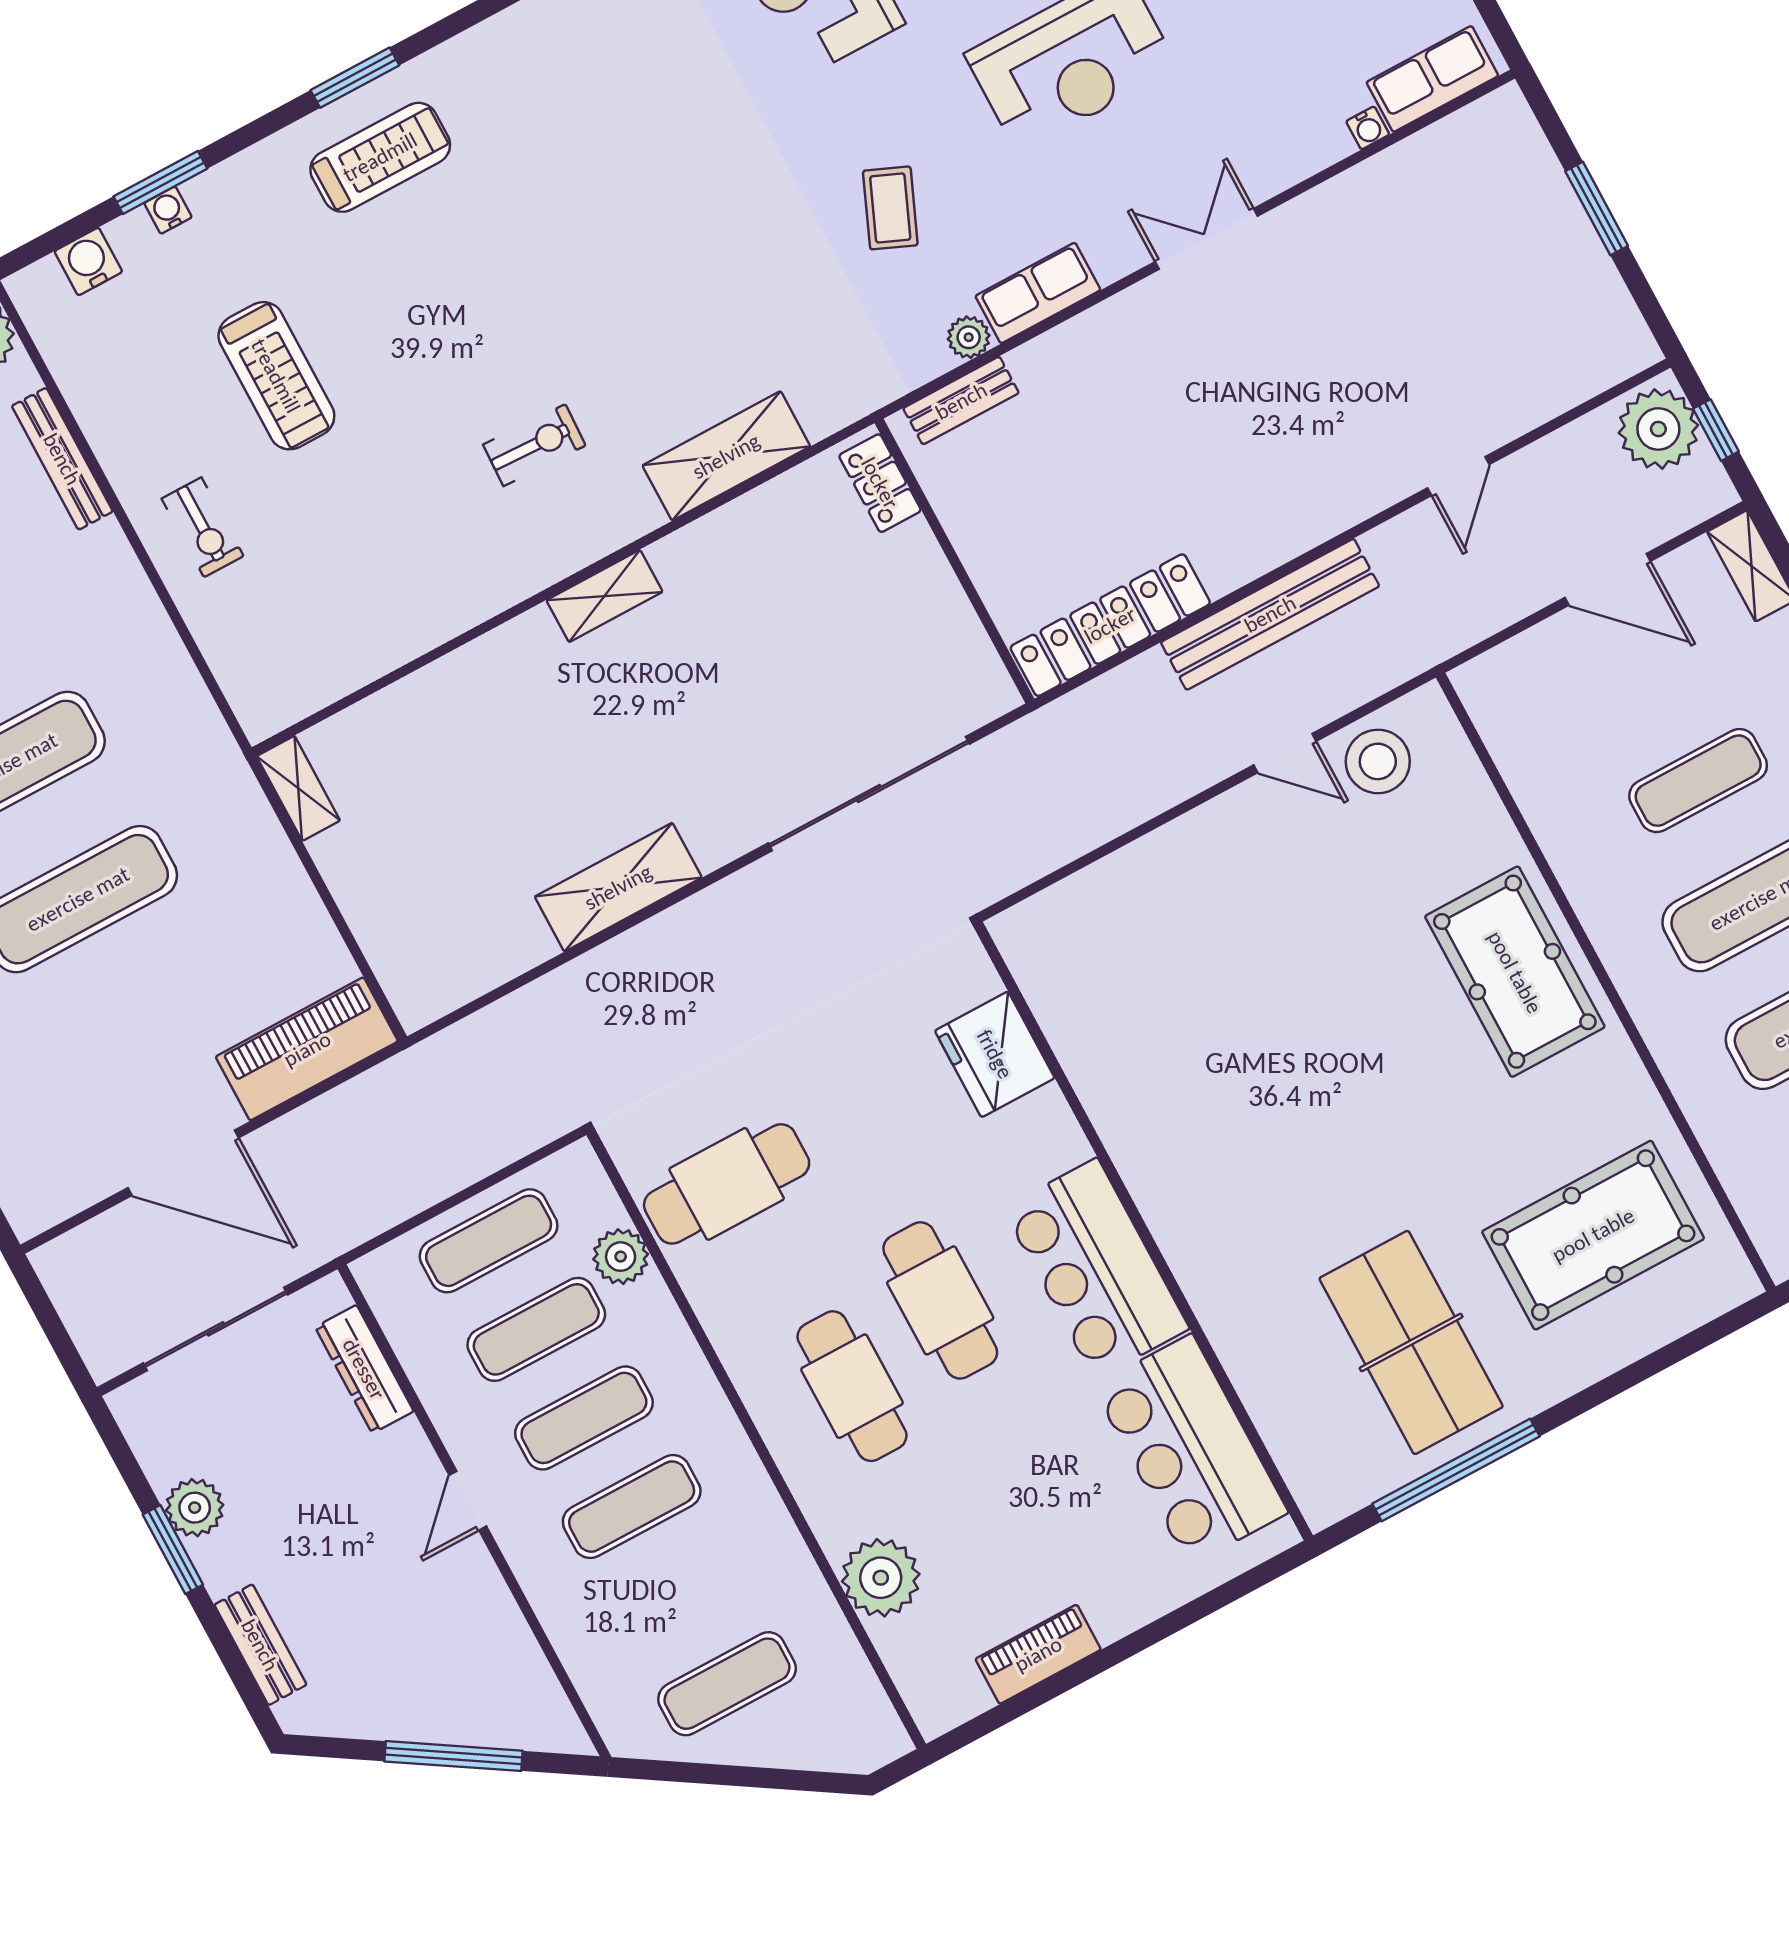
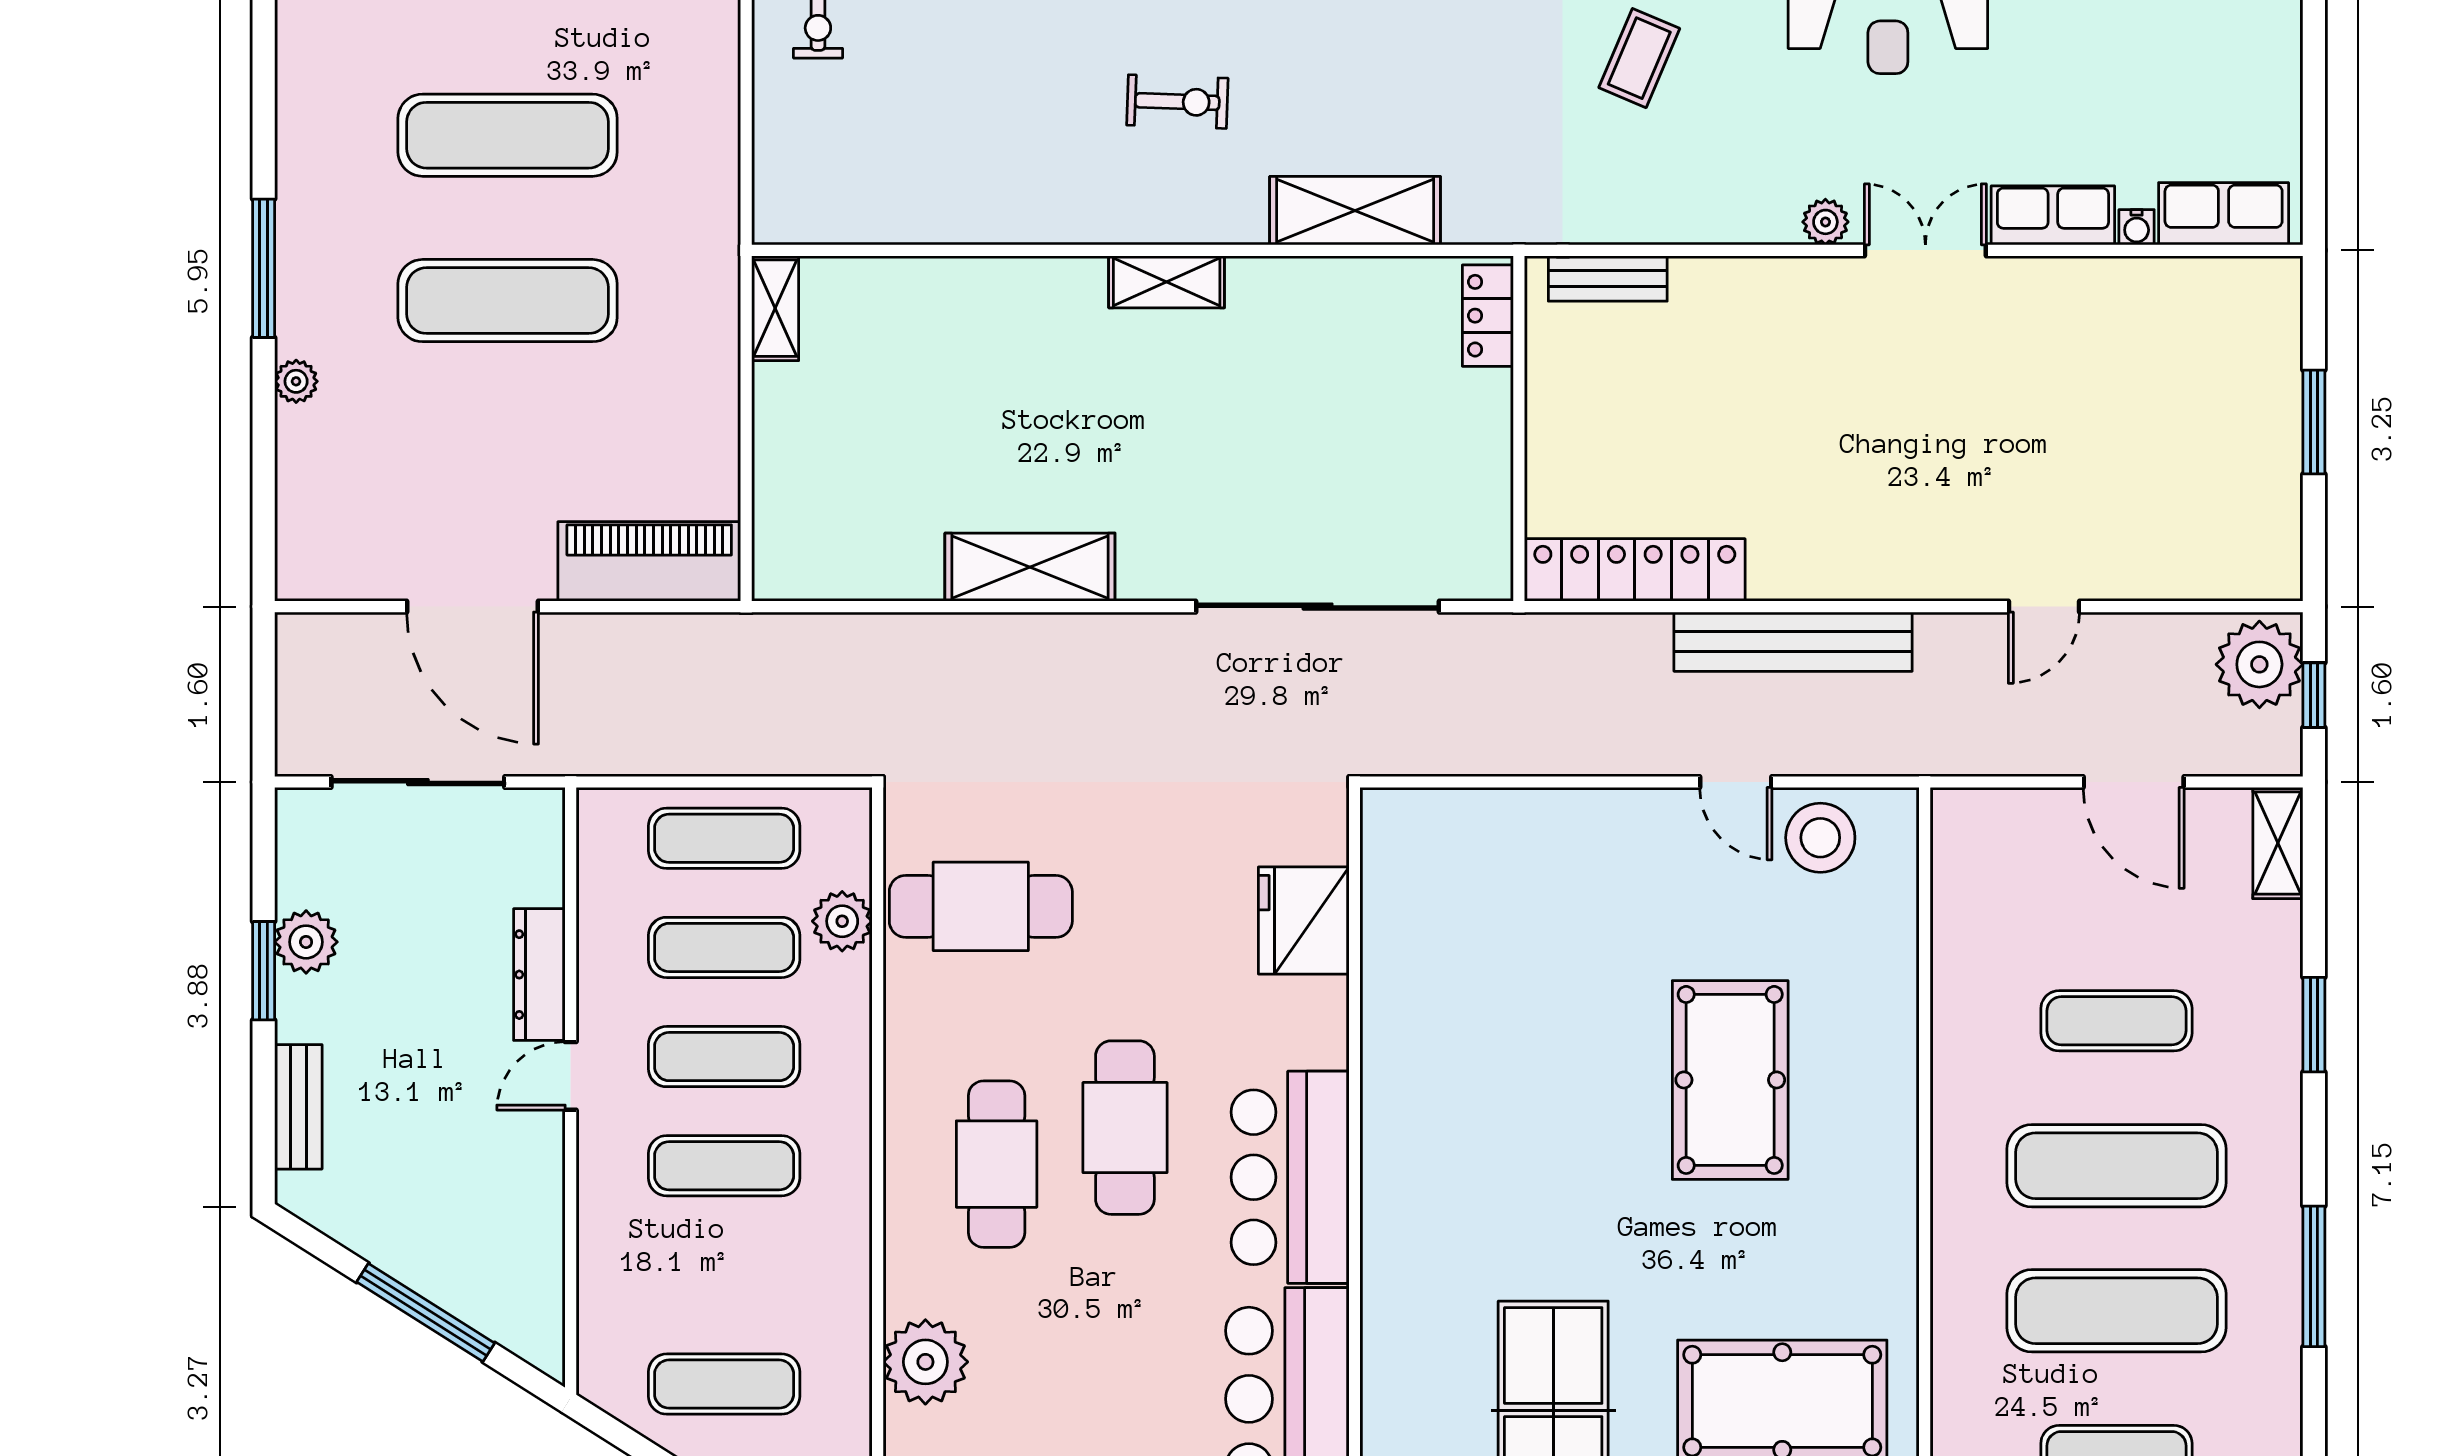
row of seats: (1038, 293) -> (2053, 215), moved
plant: (969, 337) -> (1825, 222), moved
pool table: (1515, 972) -> (1730, 1080), moved
dresser: (364, 1369) -> (539, 975), moved

